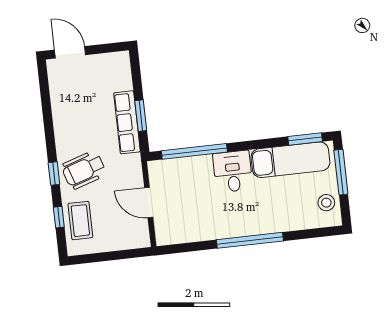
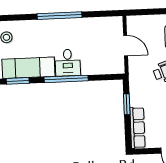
row of seats: (127, 122) -> (137, 128), moved
window: (194, 151) -> (66, 79), moved

